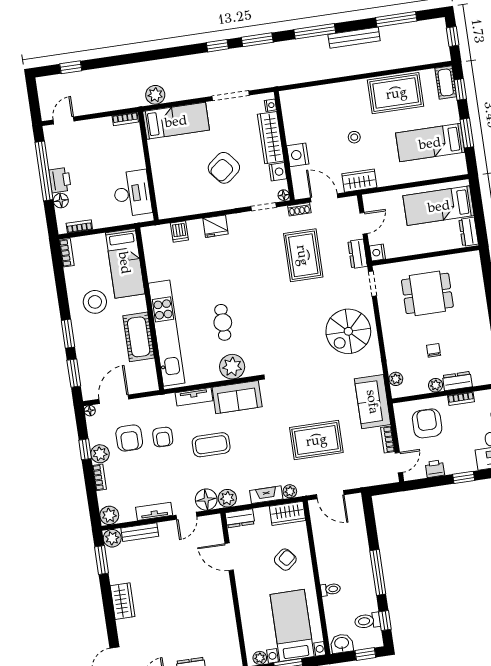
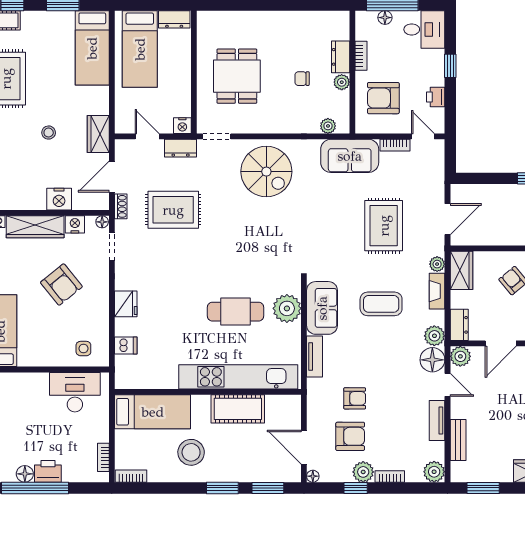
bed: (430, 143) -> (92, 48), moved
side table: (171, 195) -> (83, 349), added
floor lamp: (61, 201) -> (25, 474), moved
cafe table: (223, 322) -> (236, 312), width x1.37, depth x1.35
coffee table: (211, 445) -> (381, 304), moved, turned 90
plant: (112, 538) -> (460, 356), moved

